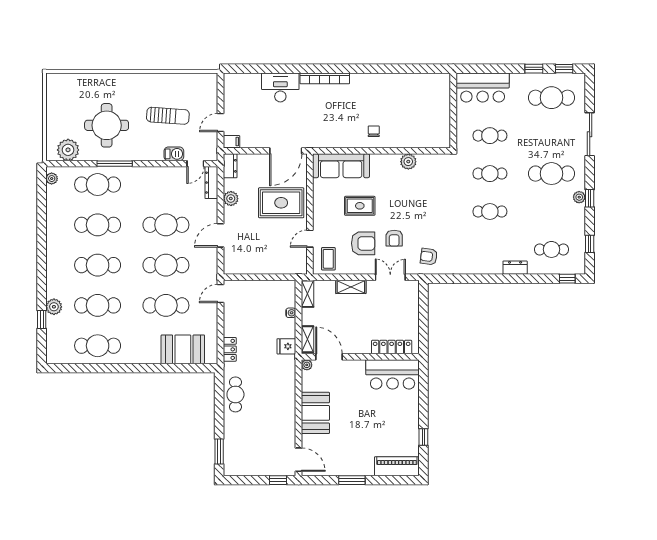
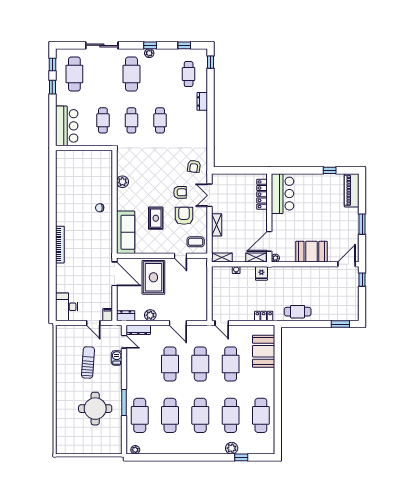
desk: (280, 87) -> (67, 307), moved
plant: (68, 150) -> (114, 438), removed

